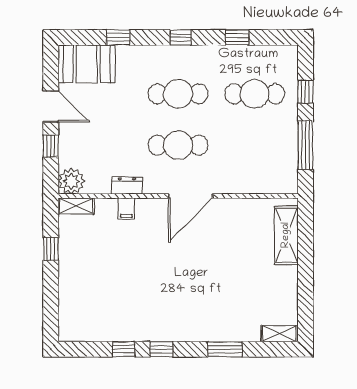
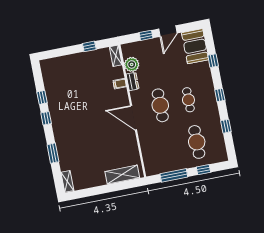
cafe table: (178, 94) -> (188, 100), width x0.73, depth x0.74
plant: (71, 181) -> (132, 64), moved

